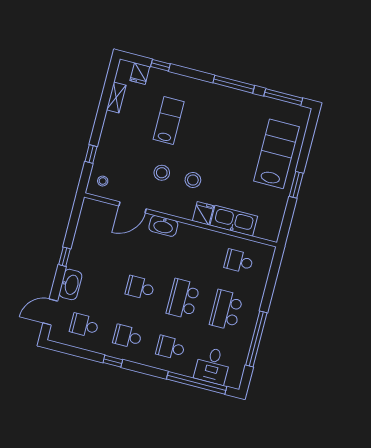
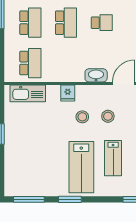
window: (234, 84) -> (70, 199), width x0.69
lab bench: (276, 154) -> (81, 167), moved
kitchen sink: (234, 221) -> (28, 93), moved
school desk: (239, 261) -> (30, 63), width x1.85

